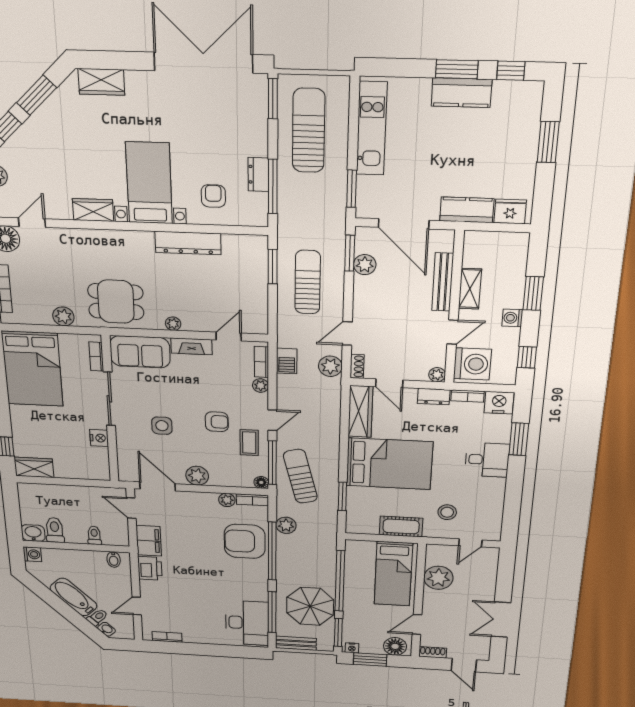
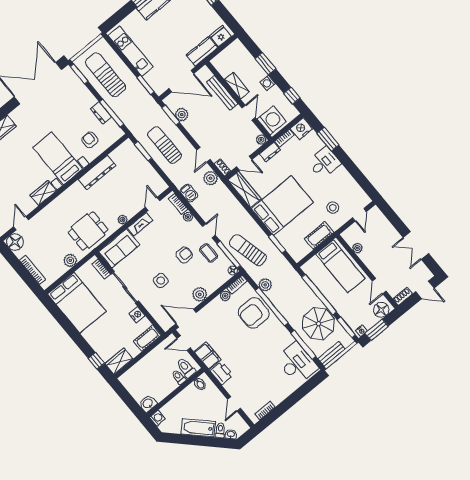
cot: (91, 471) -> (147, 338), added
toilet: (55, 530) -> (186, 368), moved
plant: (438, 578) -> (357, 248), width x0.53, depth x0.53

